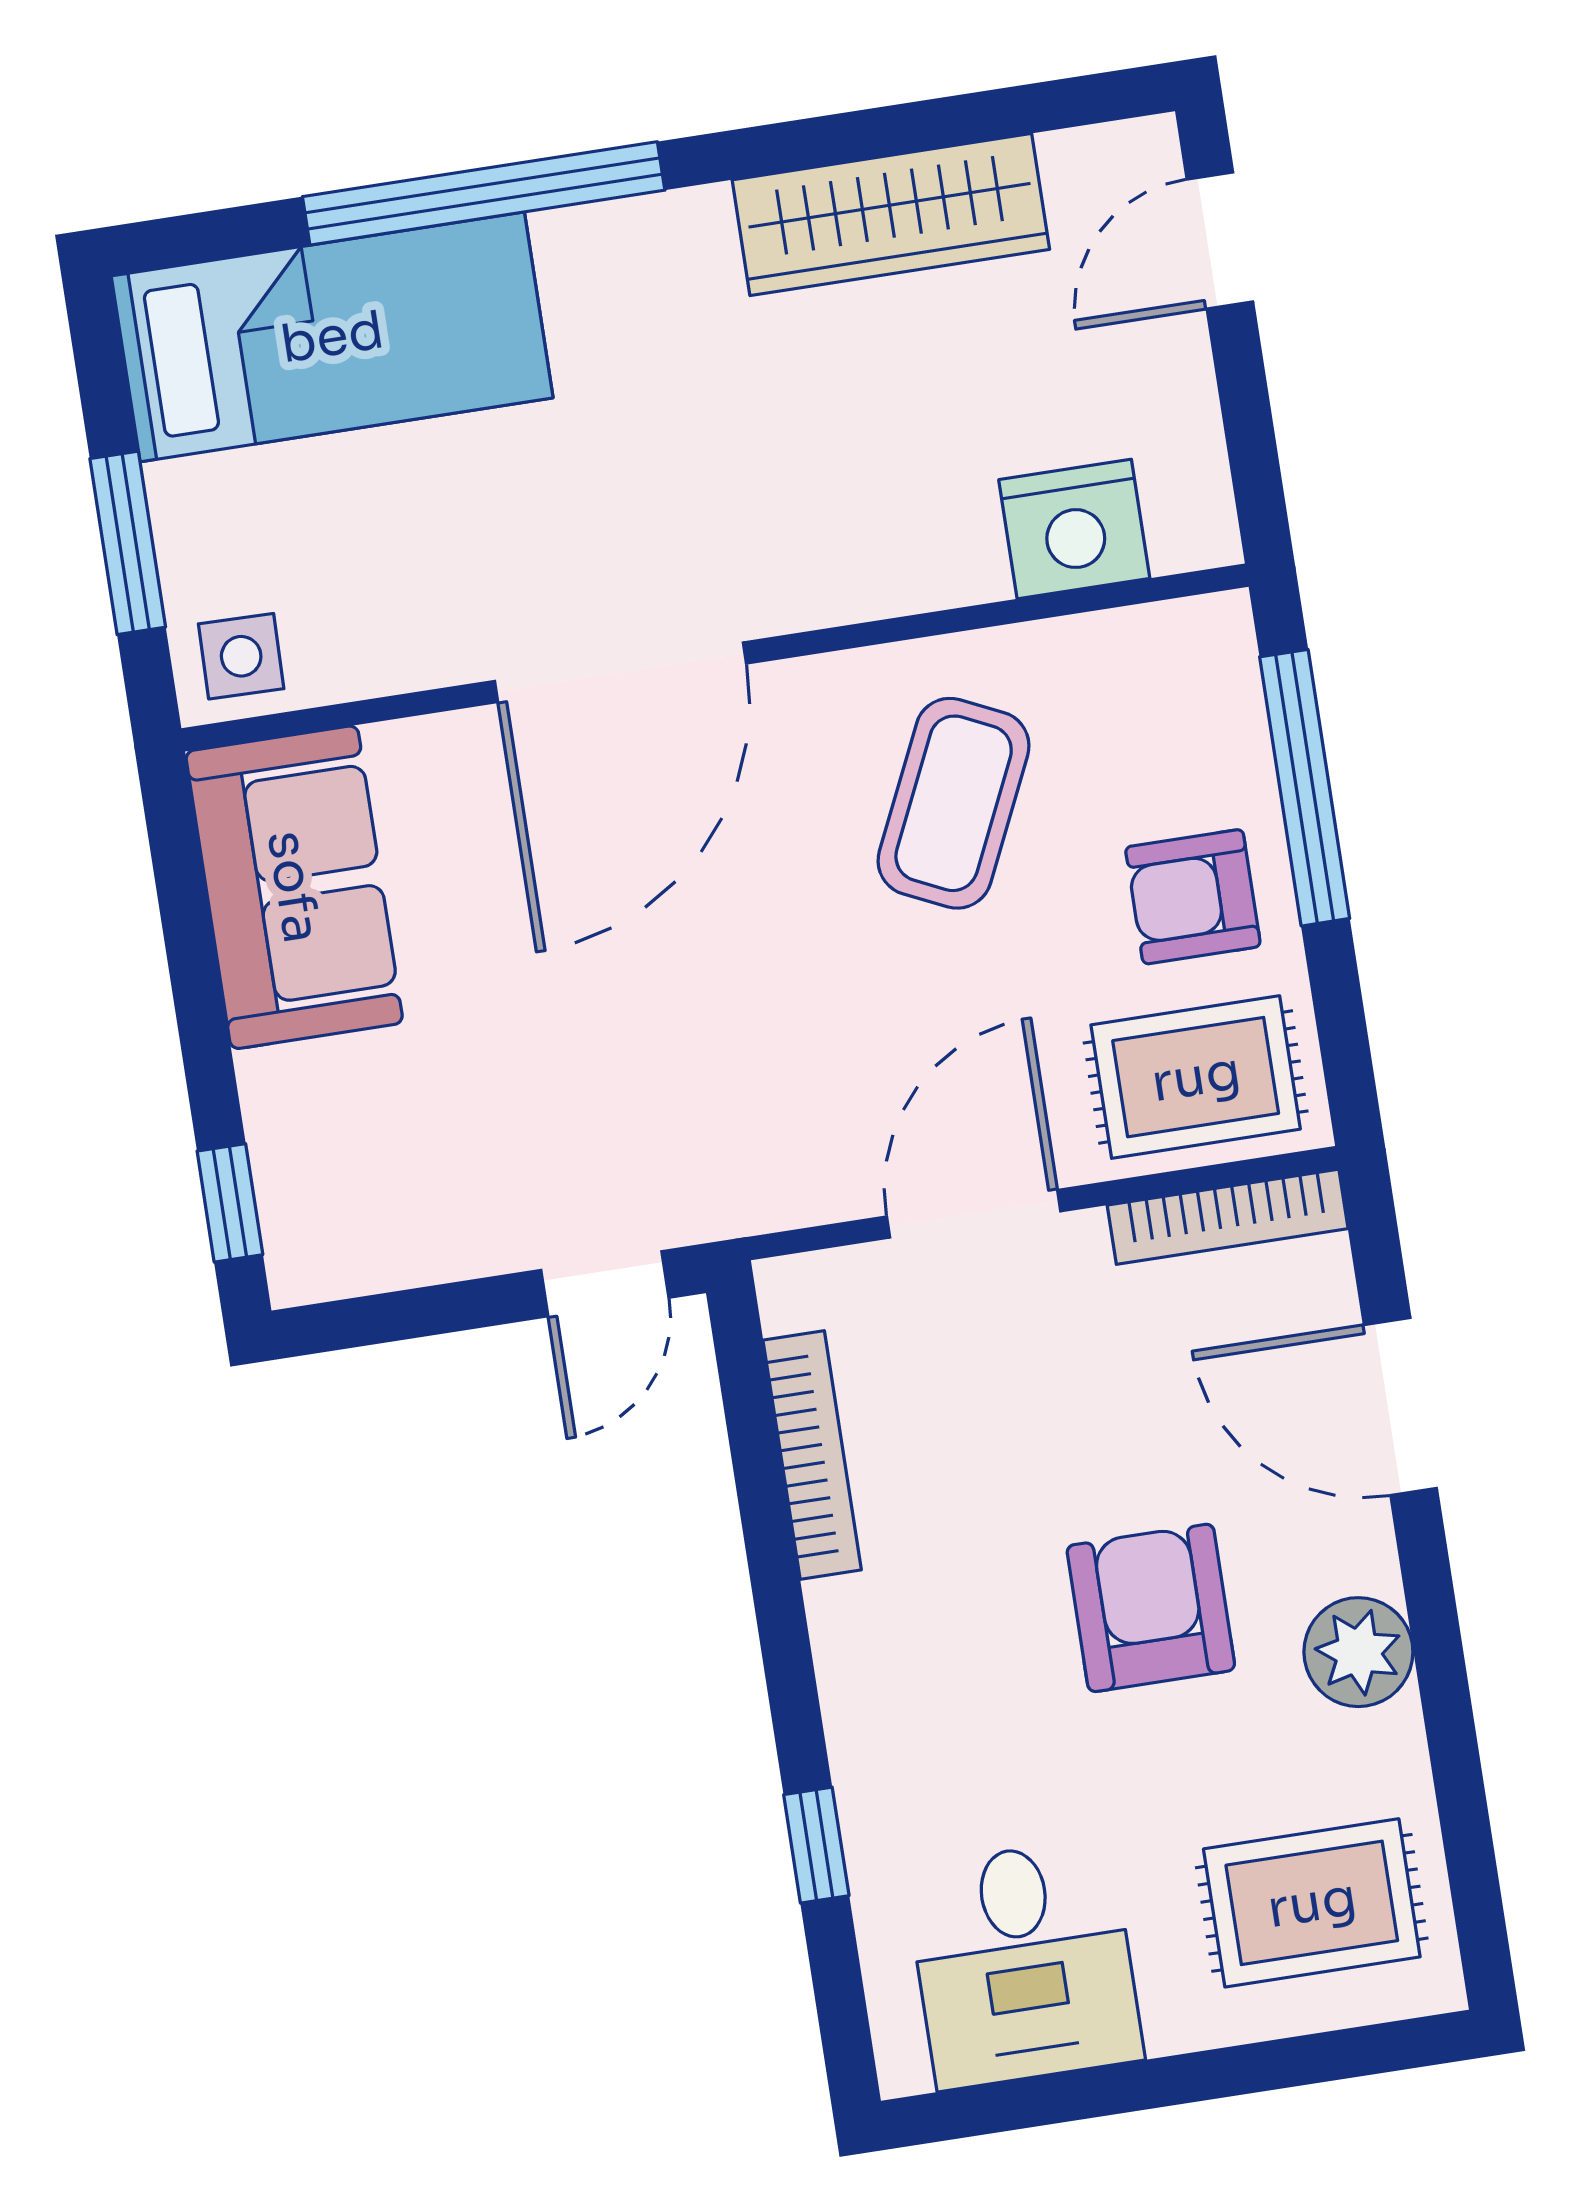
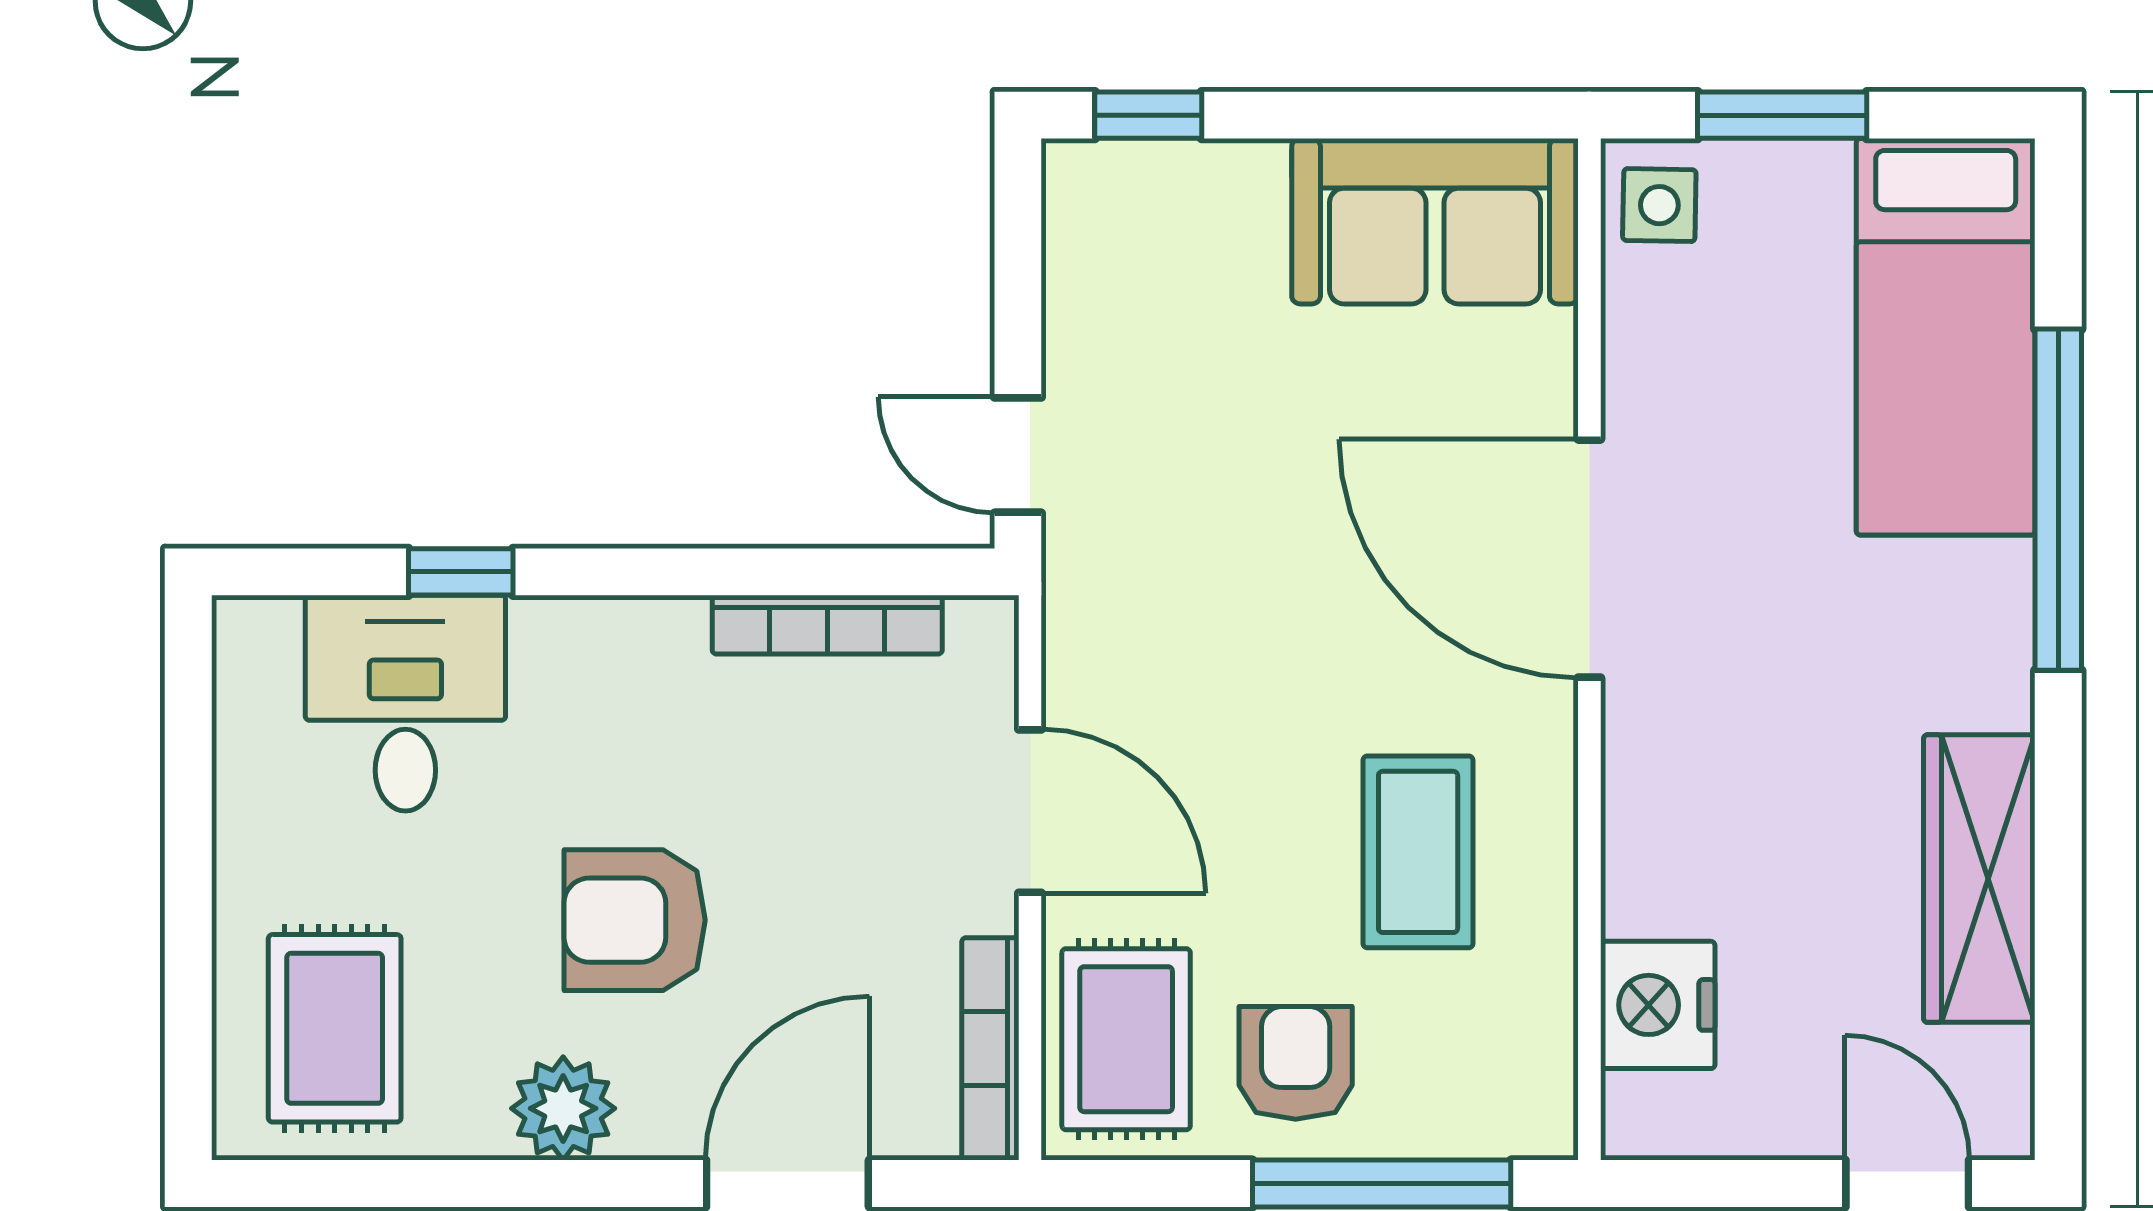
coffee table: (954, 803) -> (1418, 852), turned 65
armchair: (1151, 1608) -> (635, 920), turned 180
desk: (1024, 1964) -> (405, 703), moved, turned 90

